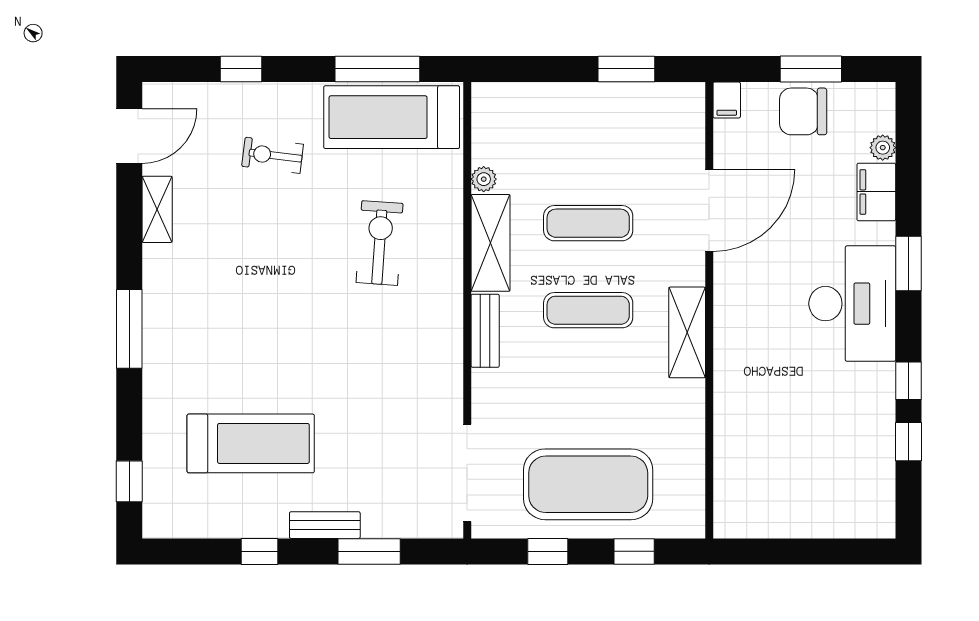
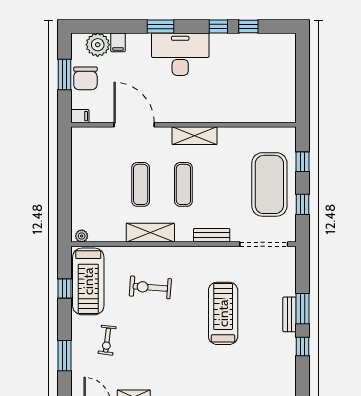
window: (241, 69) -> (64, 356), width x1.50
window: (377, 69) -> (64, 288), width x0.46
window: (626, 69) -> (64, 166), removed
plant: (883, 148) -> (98, 45), width x1.88, depth x1.88
plant: (484, 179) -> (82, 236), moved
filing cabinet: (876, 192) -> (118, 42), width x0.50
bench: (485, 331) -> (212, 235), moved
treadmill: (251, 443) -> (223, 313), moved
window: (369, 551) -> (303, 309), moved

